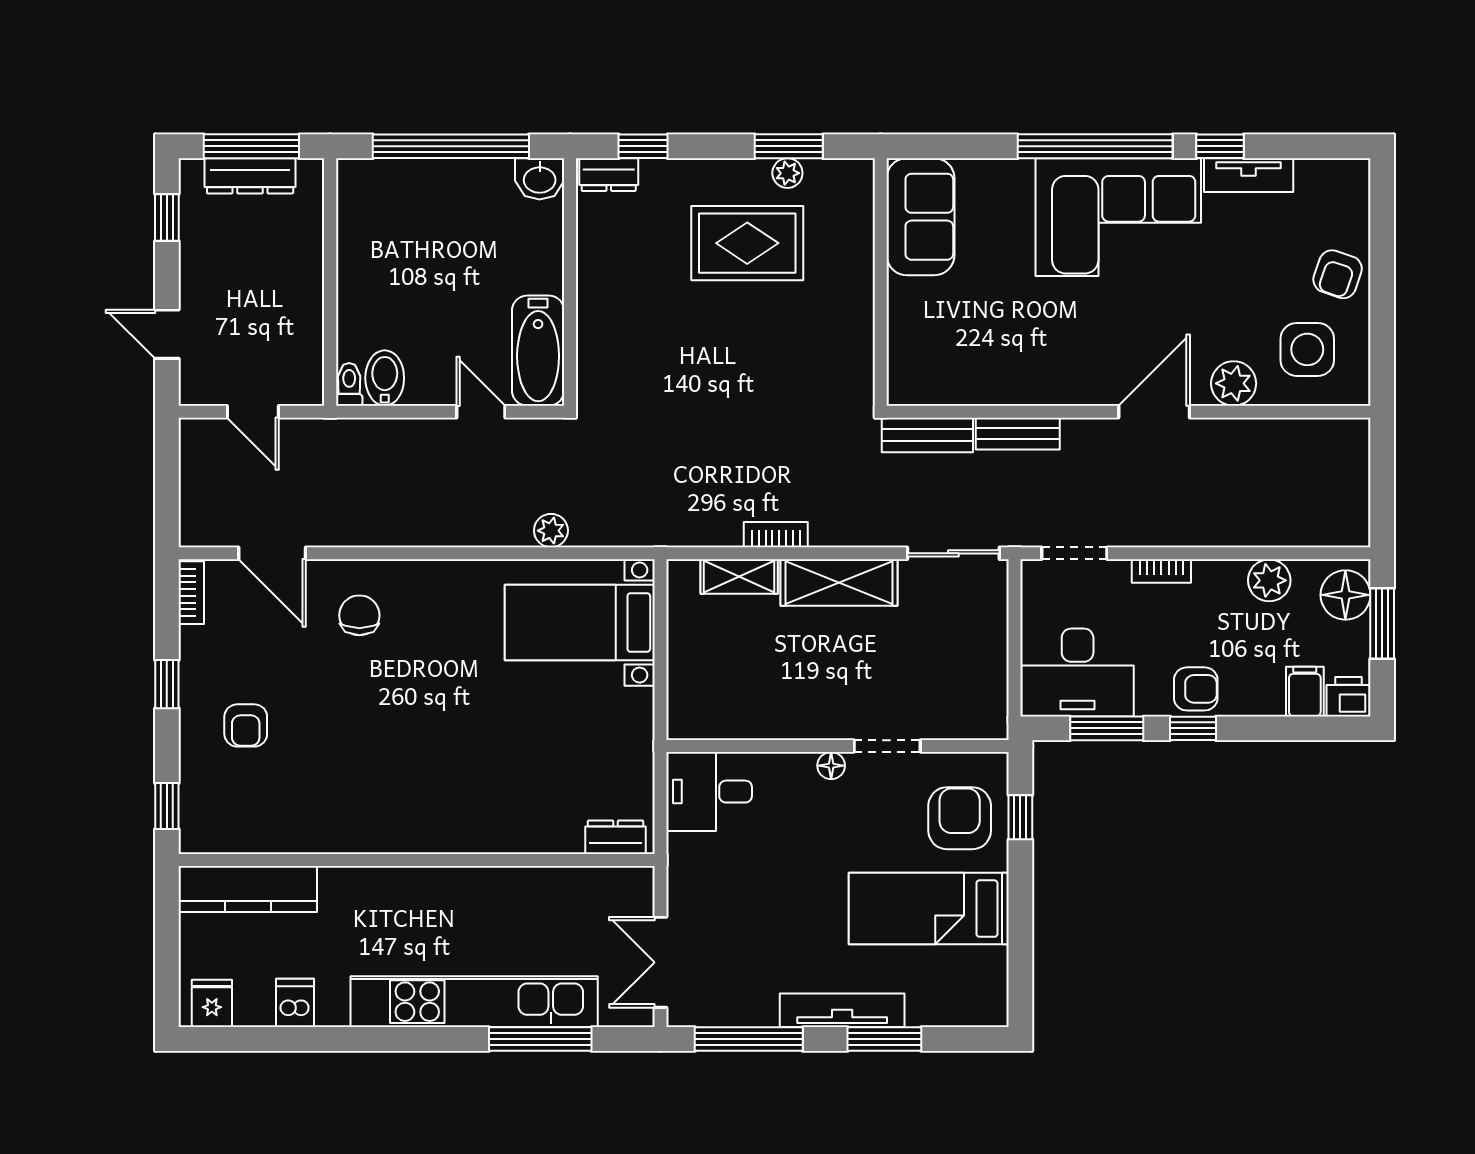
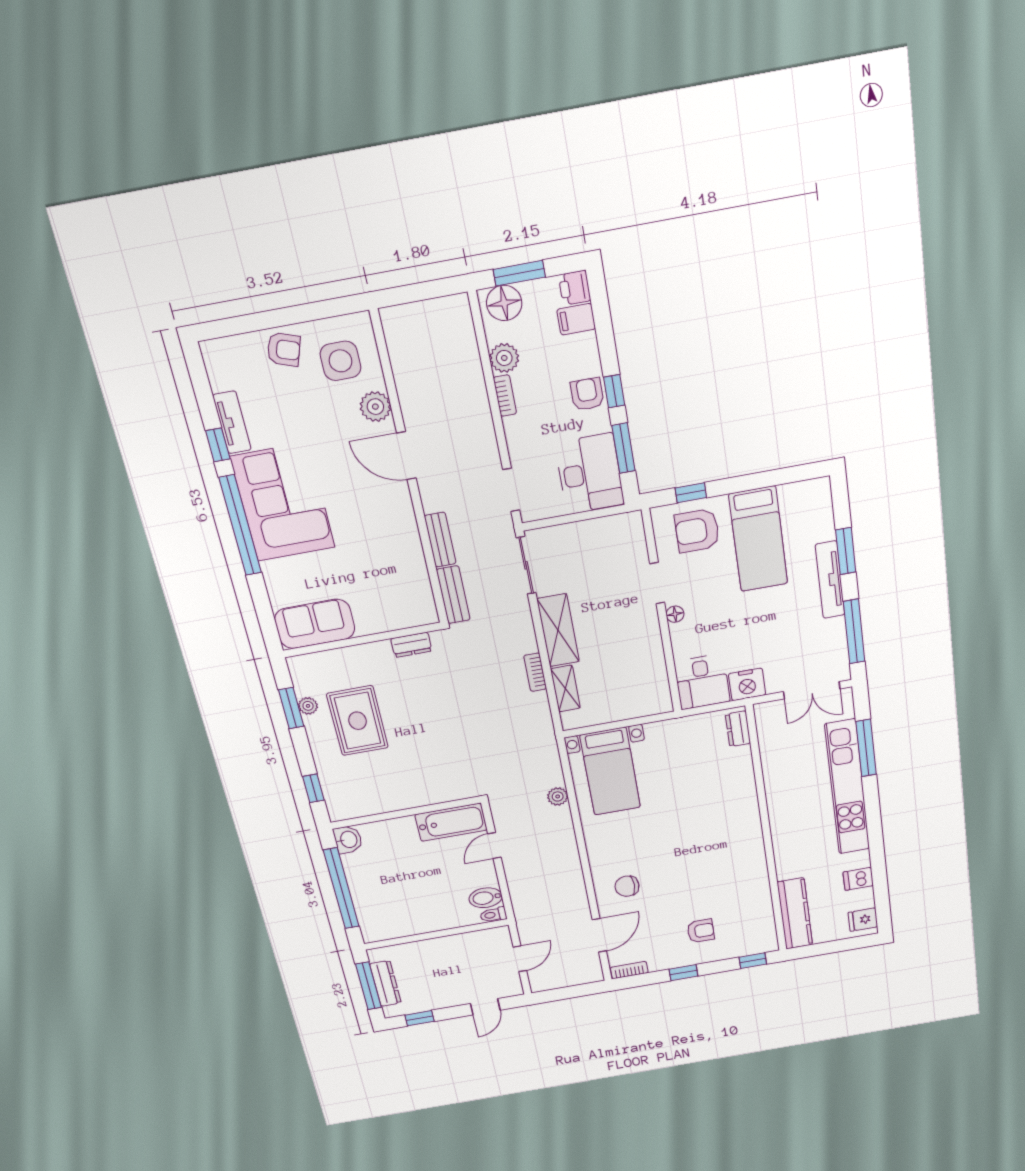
dresser: (609, 175) -> (411, 645), moved, turned 90
bookcase: (1161, 571) -> (505, 396), moved
nightstand: (691, 861) -> (747, 684), added

